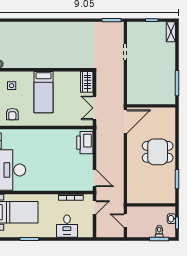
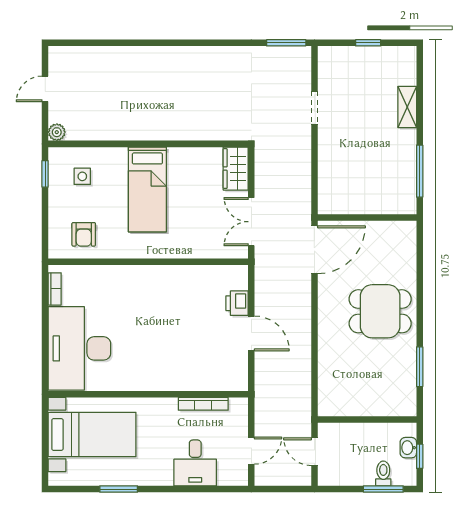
shelving: (171, 32) -> (407, 107), moved
printer: (85, 143) -> (237, 303), width x0.53, depth x0.68
door: (94, 178) -> (251, 333), moved
door: (94, 207) -> (251, 451), moved

